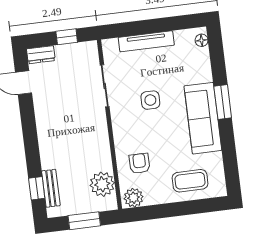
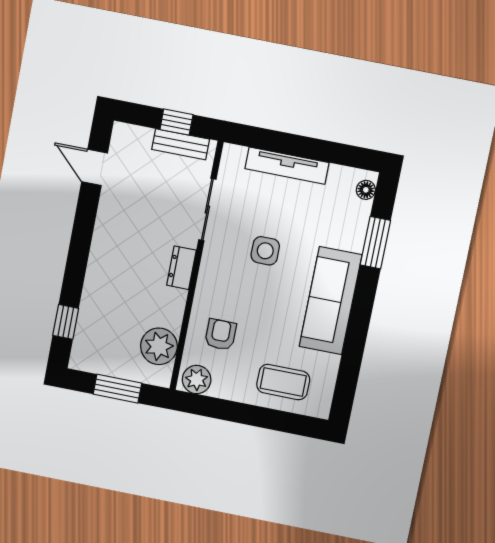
dresser: (41, 55) -> (181, 268), moved, turned 90
window: (223, 102) -> (375, 243), moved
bench: (51, 188) -> (181, 144), moved, turned 90

